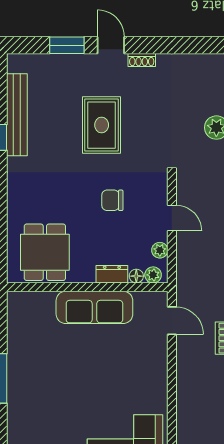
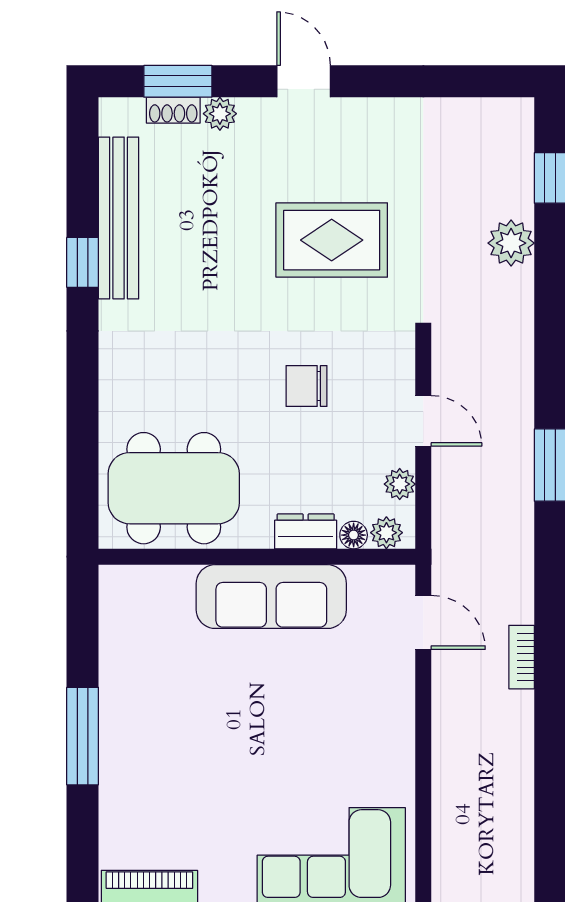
window: (67, 45) -> (178, 81), moved
shoe rack: (142, 60) -> (173, 110), moved
plant: (68, 62) -> (220, 114), added
rug: (102, 125) -> (332, 240), moved, turned 90
dining table: (45, 252) -> (174, 488), width x1.37

